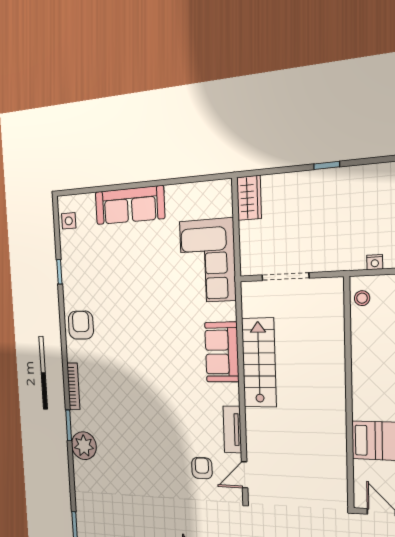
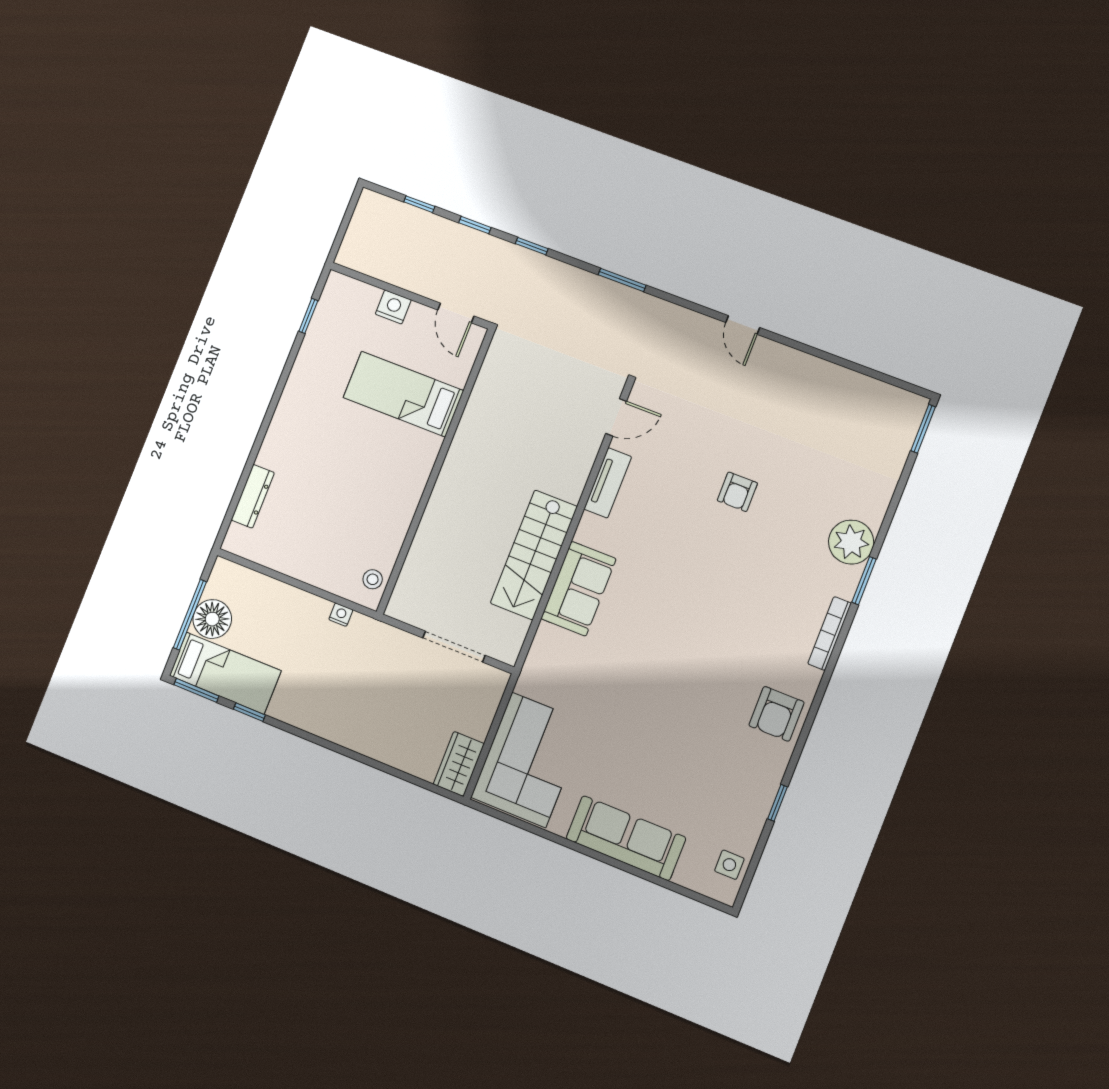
window: (327, 165) -> (349, 753), removed
corner sofa: (208, 261) -> (529, 760), moved
armchair: (202, 468) -> (737, 492), moved

